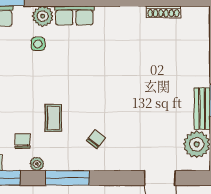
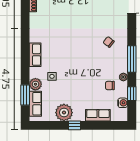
plant: (43, 16) -> (35, 84), moved
coffee table: (53, 118) -> (96, 67), removed

